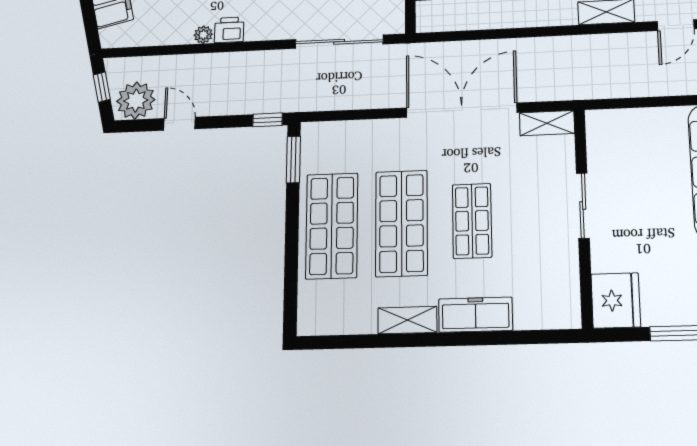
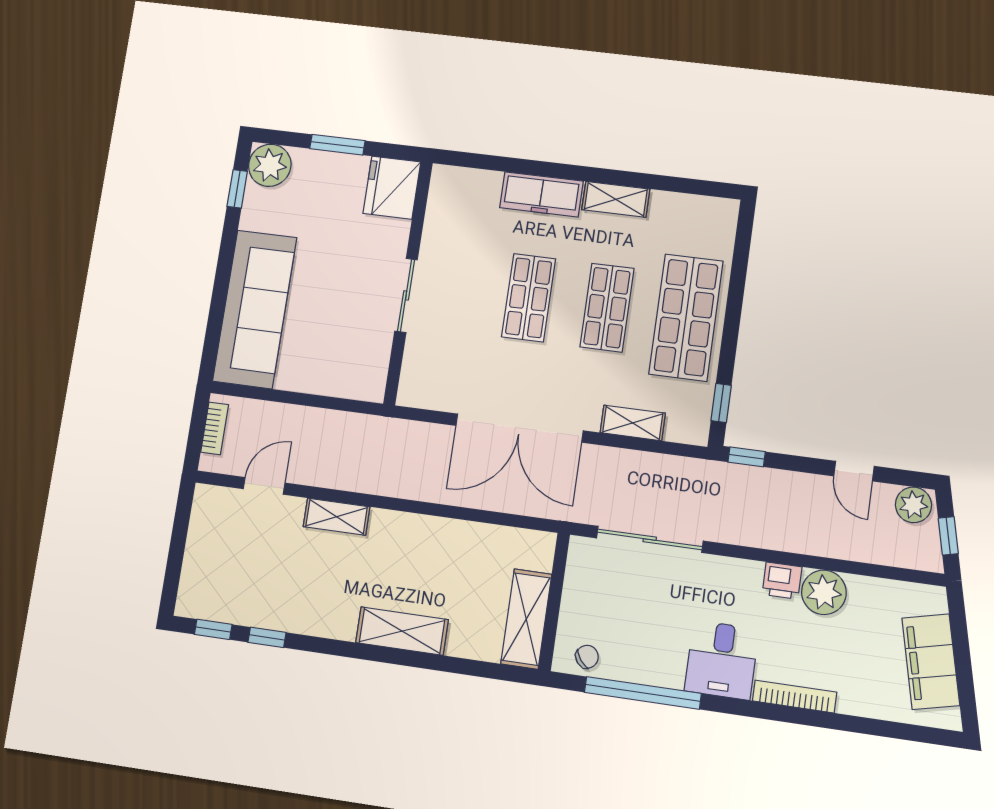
plant: (203, 35) -> (824, 592), width x1.88, depth x1.88
plant: (136, 101) -> (913, 505), width x0.73, depth x0.73
shelving: (547, 123) -> (633, 423), moved
window: (293, 159) -> (721, 403), width x0.67
shop shelf: (401, 223) -> (607, 308), width x0.70, depth x0.74

